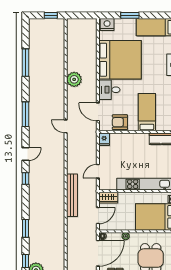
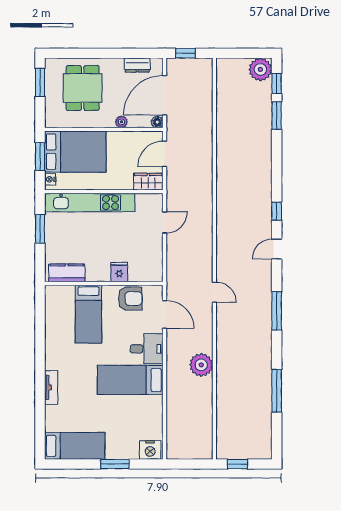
bed: (120, 60) -> (130, 380), width x0.49
fridge: (104, 139) -> (119, 272), moved
bench: (72, 195) -> (205, 185), removed
window: (26, 228) -> (277, 116), moved

